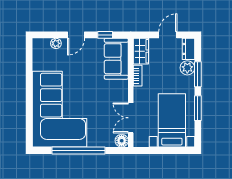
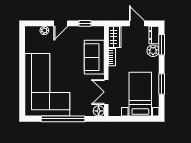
door: (168, 35) -> (137, 23), hinge flipped
sofa: (116, 59) -> (94, 57), moved
window: (198, 74) -> (162, 45), moved

